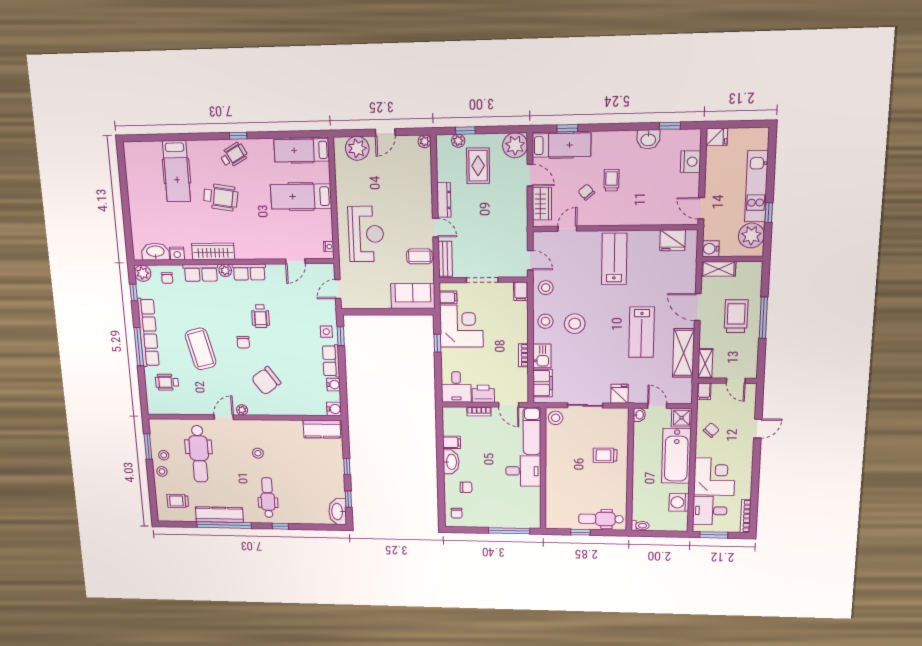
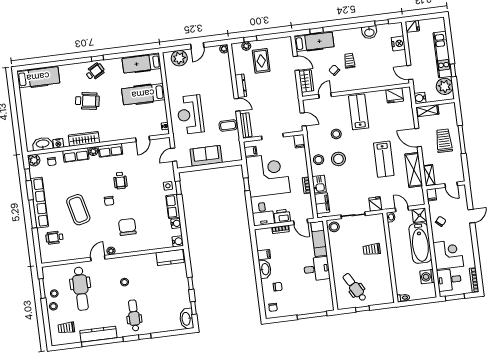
plant: (515, 145) -> (284, 45), removed
hospital bed: (176, 171) -> (38, 77), moved, turned -90
reception desk: (366, 234) -> (190, 115), turned 180
stool: (546, 288) -> (336, 134), moved
sofa: (413, 296) -> (206, 156), moved
corner desk: (461, 326) -> (268, 175), width x1.36, depth x1.36
chair: (266, 381) -> (127, 227), turned 126
dental chair: (601, 519) -> (355, 287), moved, turned 60

